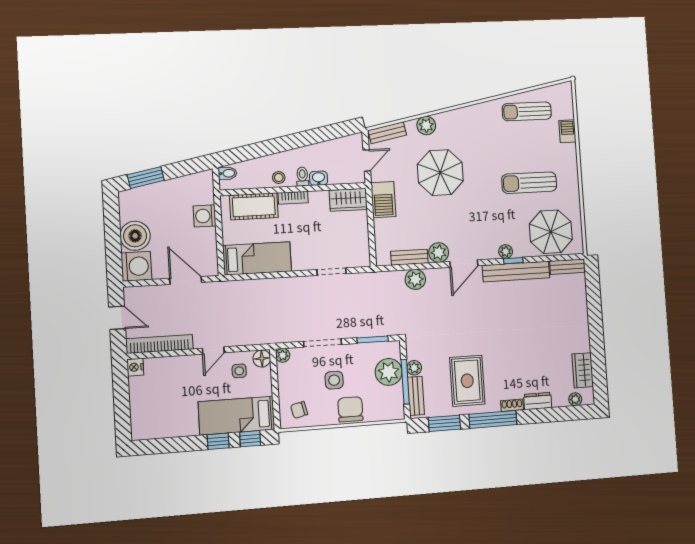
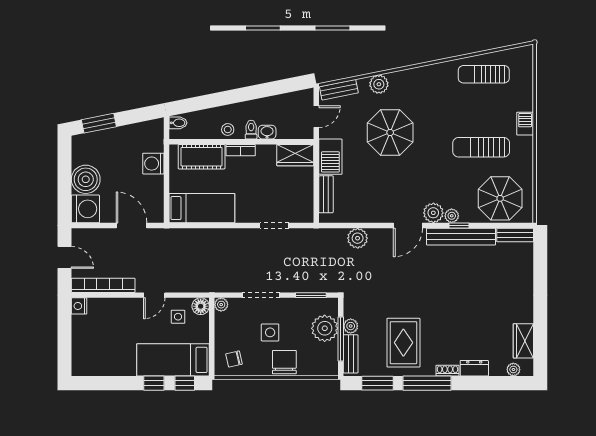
barbecue: (567, 131) -> (525, 124), moved
plant: (439, 253) -> (433, 213), moved
bench: (409, 257) -> (326, 194), moved, turned 90

